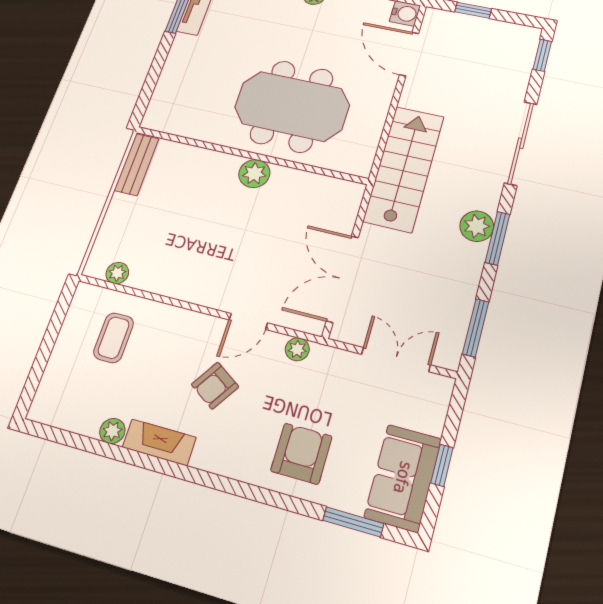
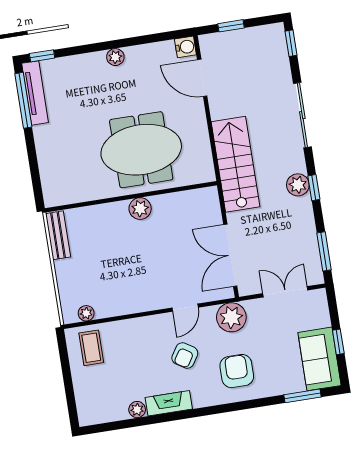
window: (497, 238) -> (314, 188), width x0.67
coffee table: (114, 338) -> (91, 348), moved
plant: (297, 349) -> (231, 317), width x1.87, depth x1.87
armchair: (301, 454) -> (237, 371), moved

